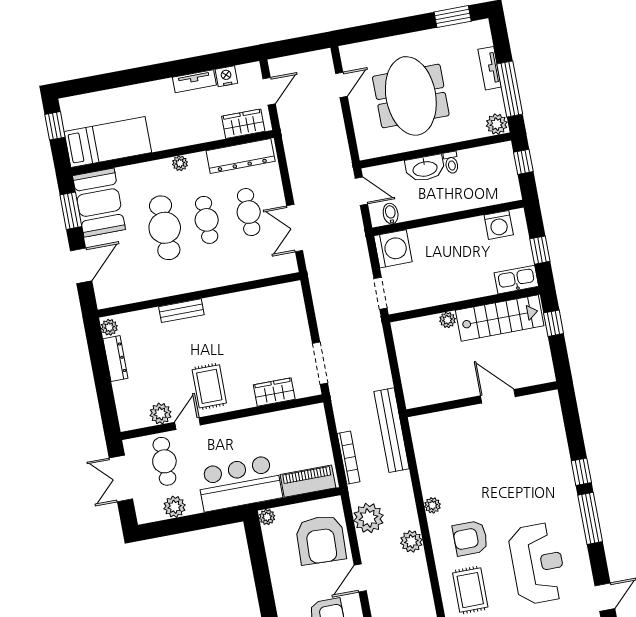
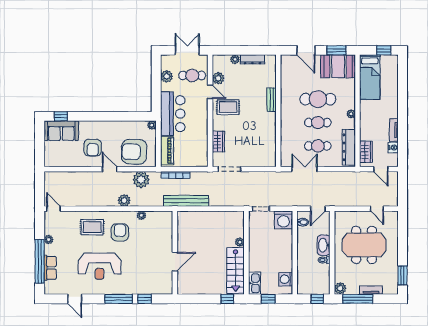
plant: (109, 327) -> (235, 59), moved
door: (498, 396) -> (175, 262), moved
wall: (482, 399) -> (175, 253), moved

